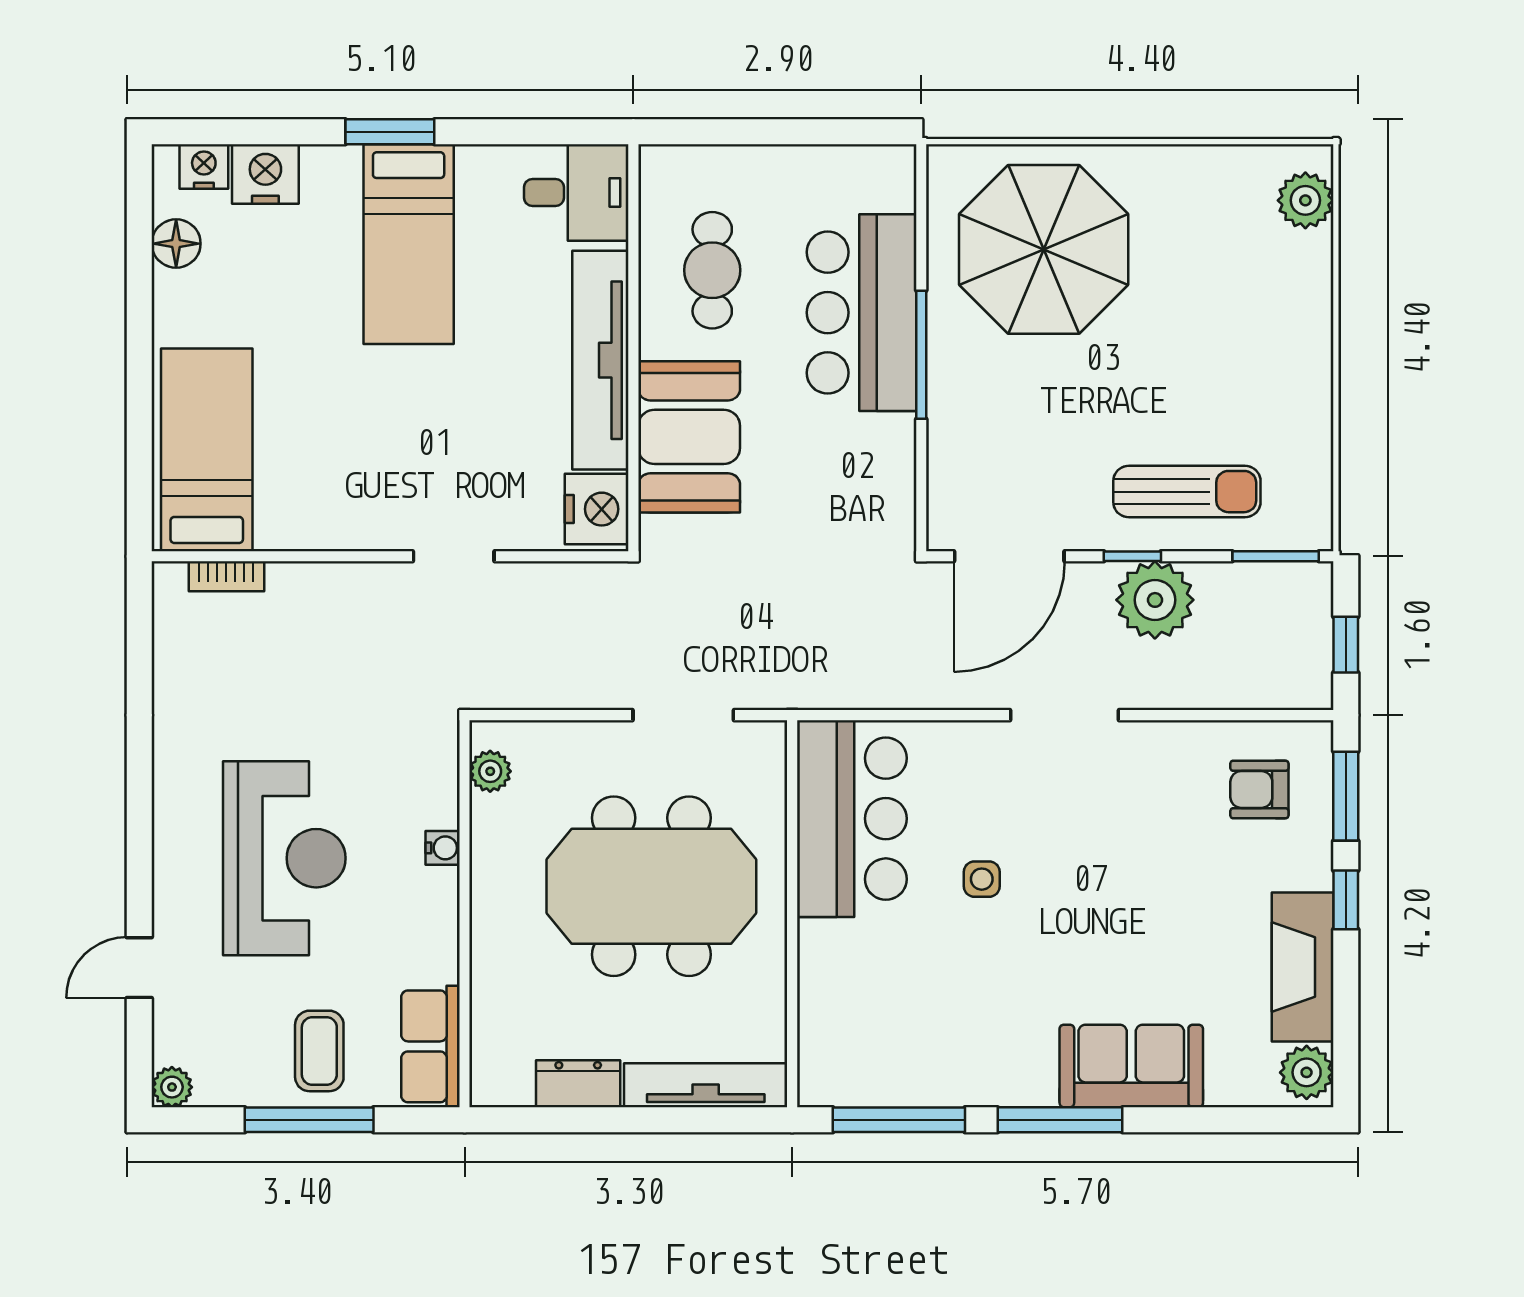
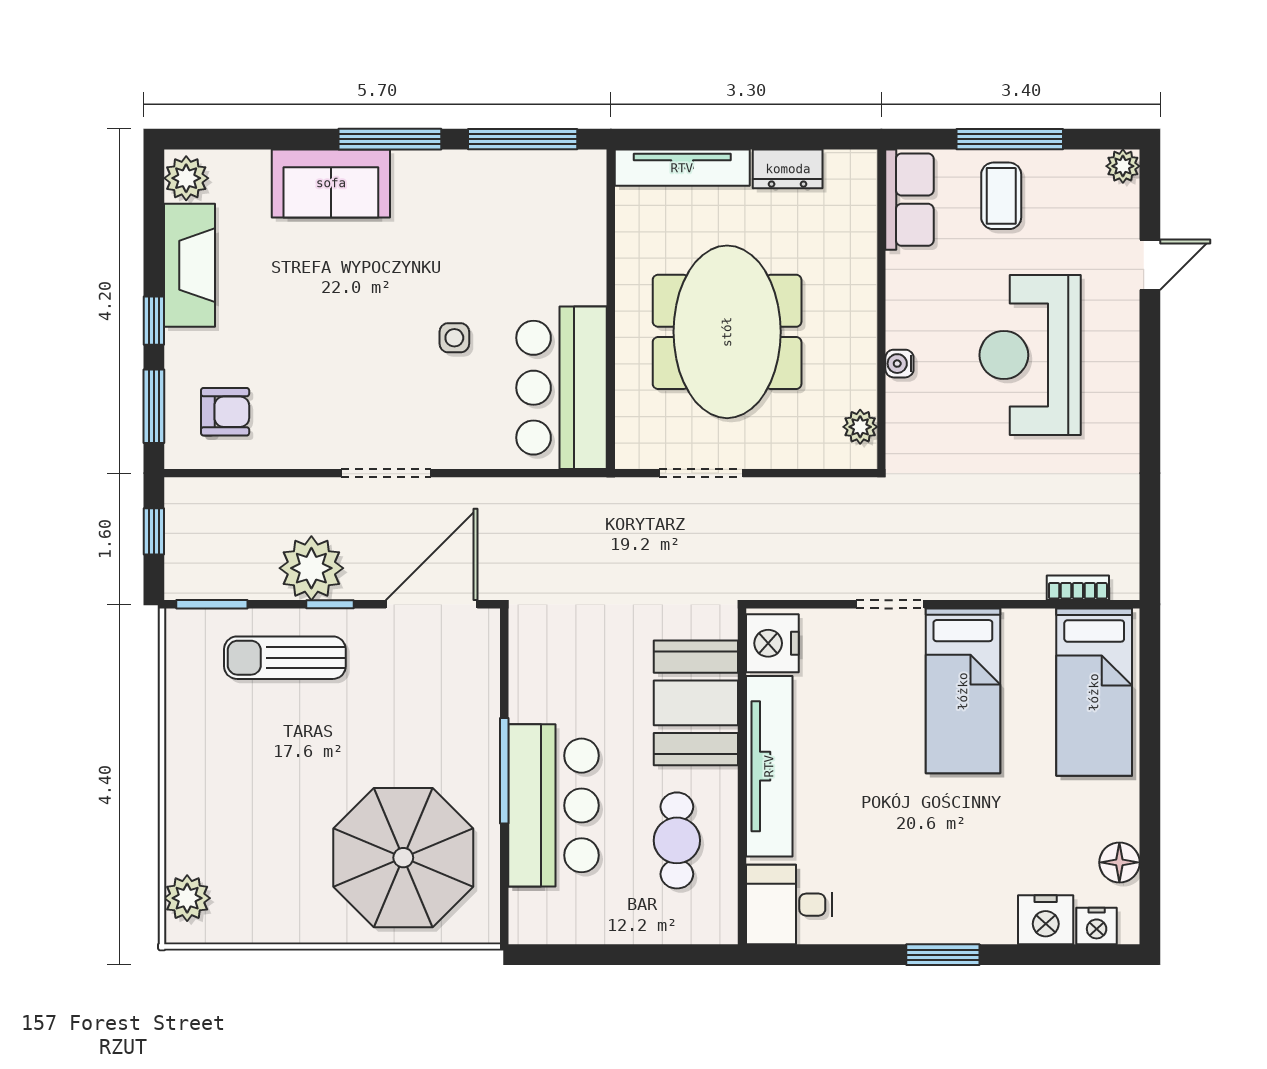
bed: (409, 244) -> (963, 691), moved, turned 180
meeting table: (651, 886) -> (727, 332), turned 90

